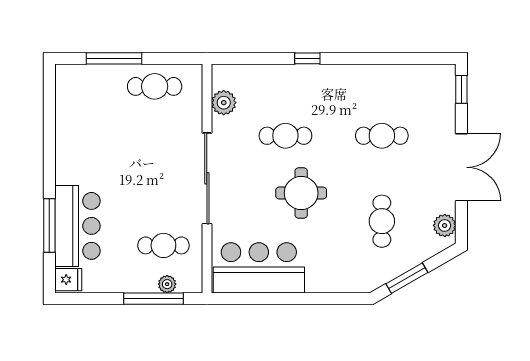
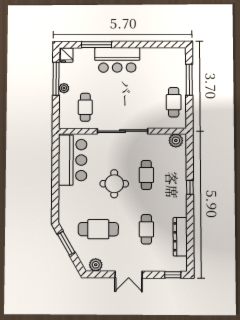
dresser: (395, 76) -> (180, 237), added
plant: (224, 103) -> (176, 140), moved
double door: (461, 167) -> (129, 275), width x0.73
cafe table: (382, 221) -> (98, 229), width x1.37, depth x1.35
bar counter: (77, 226) -> (117, 60), moved
plant: (167, 284) -> (64, 88), moved
window: (153, 299) -> (56, 79), moved

